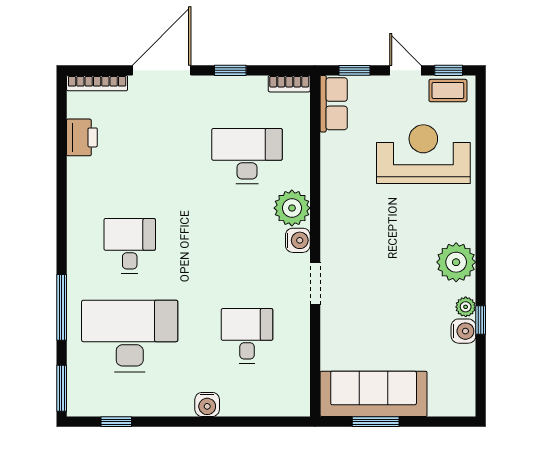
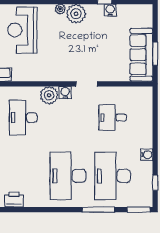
desk: (130, 246) -> (68, 176), width x1.87, depth x1.30
plant: (466, 307) -> (60, 9), moved
water cooler: (207, 404) -> (147, 155), moved

